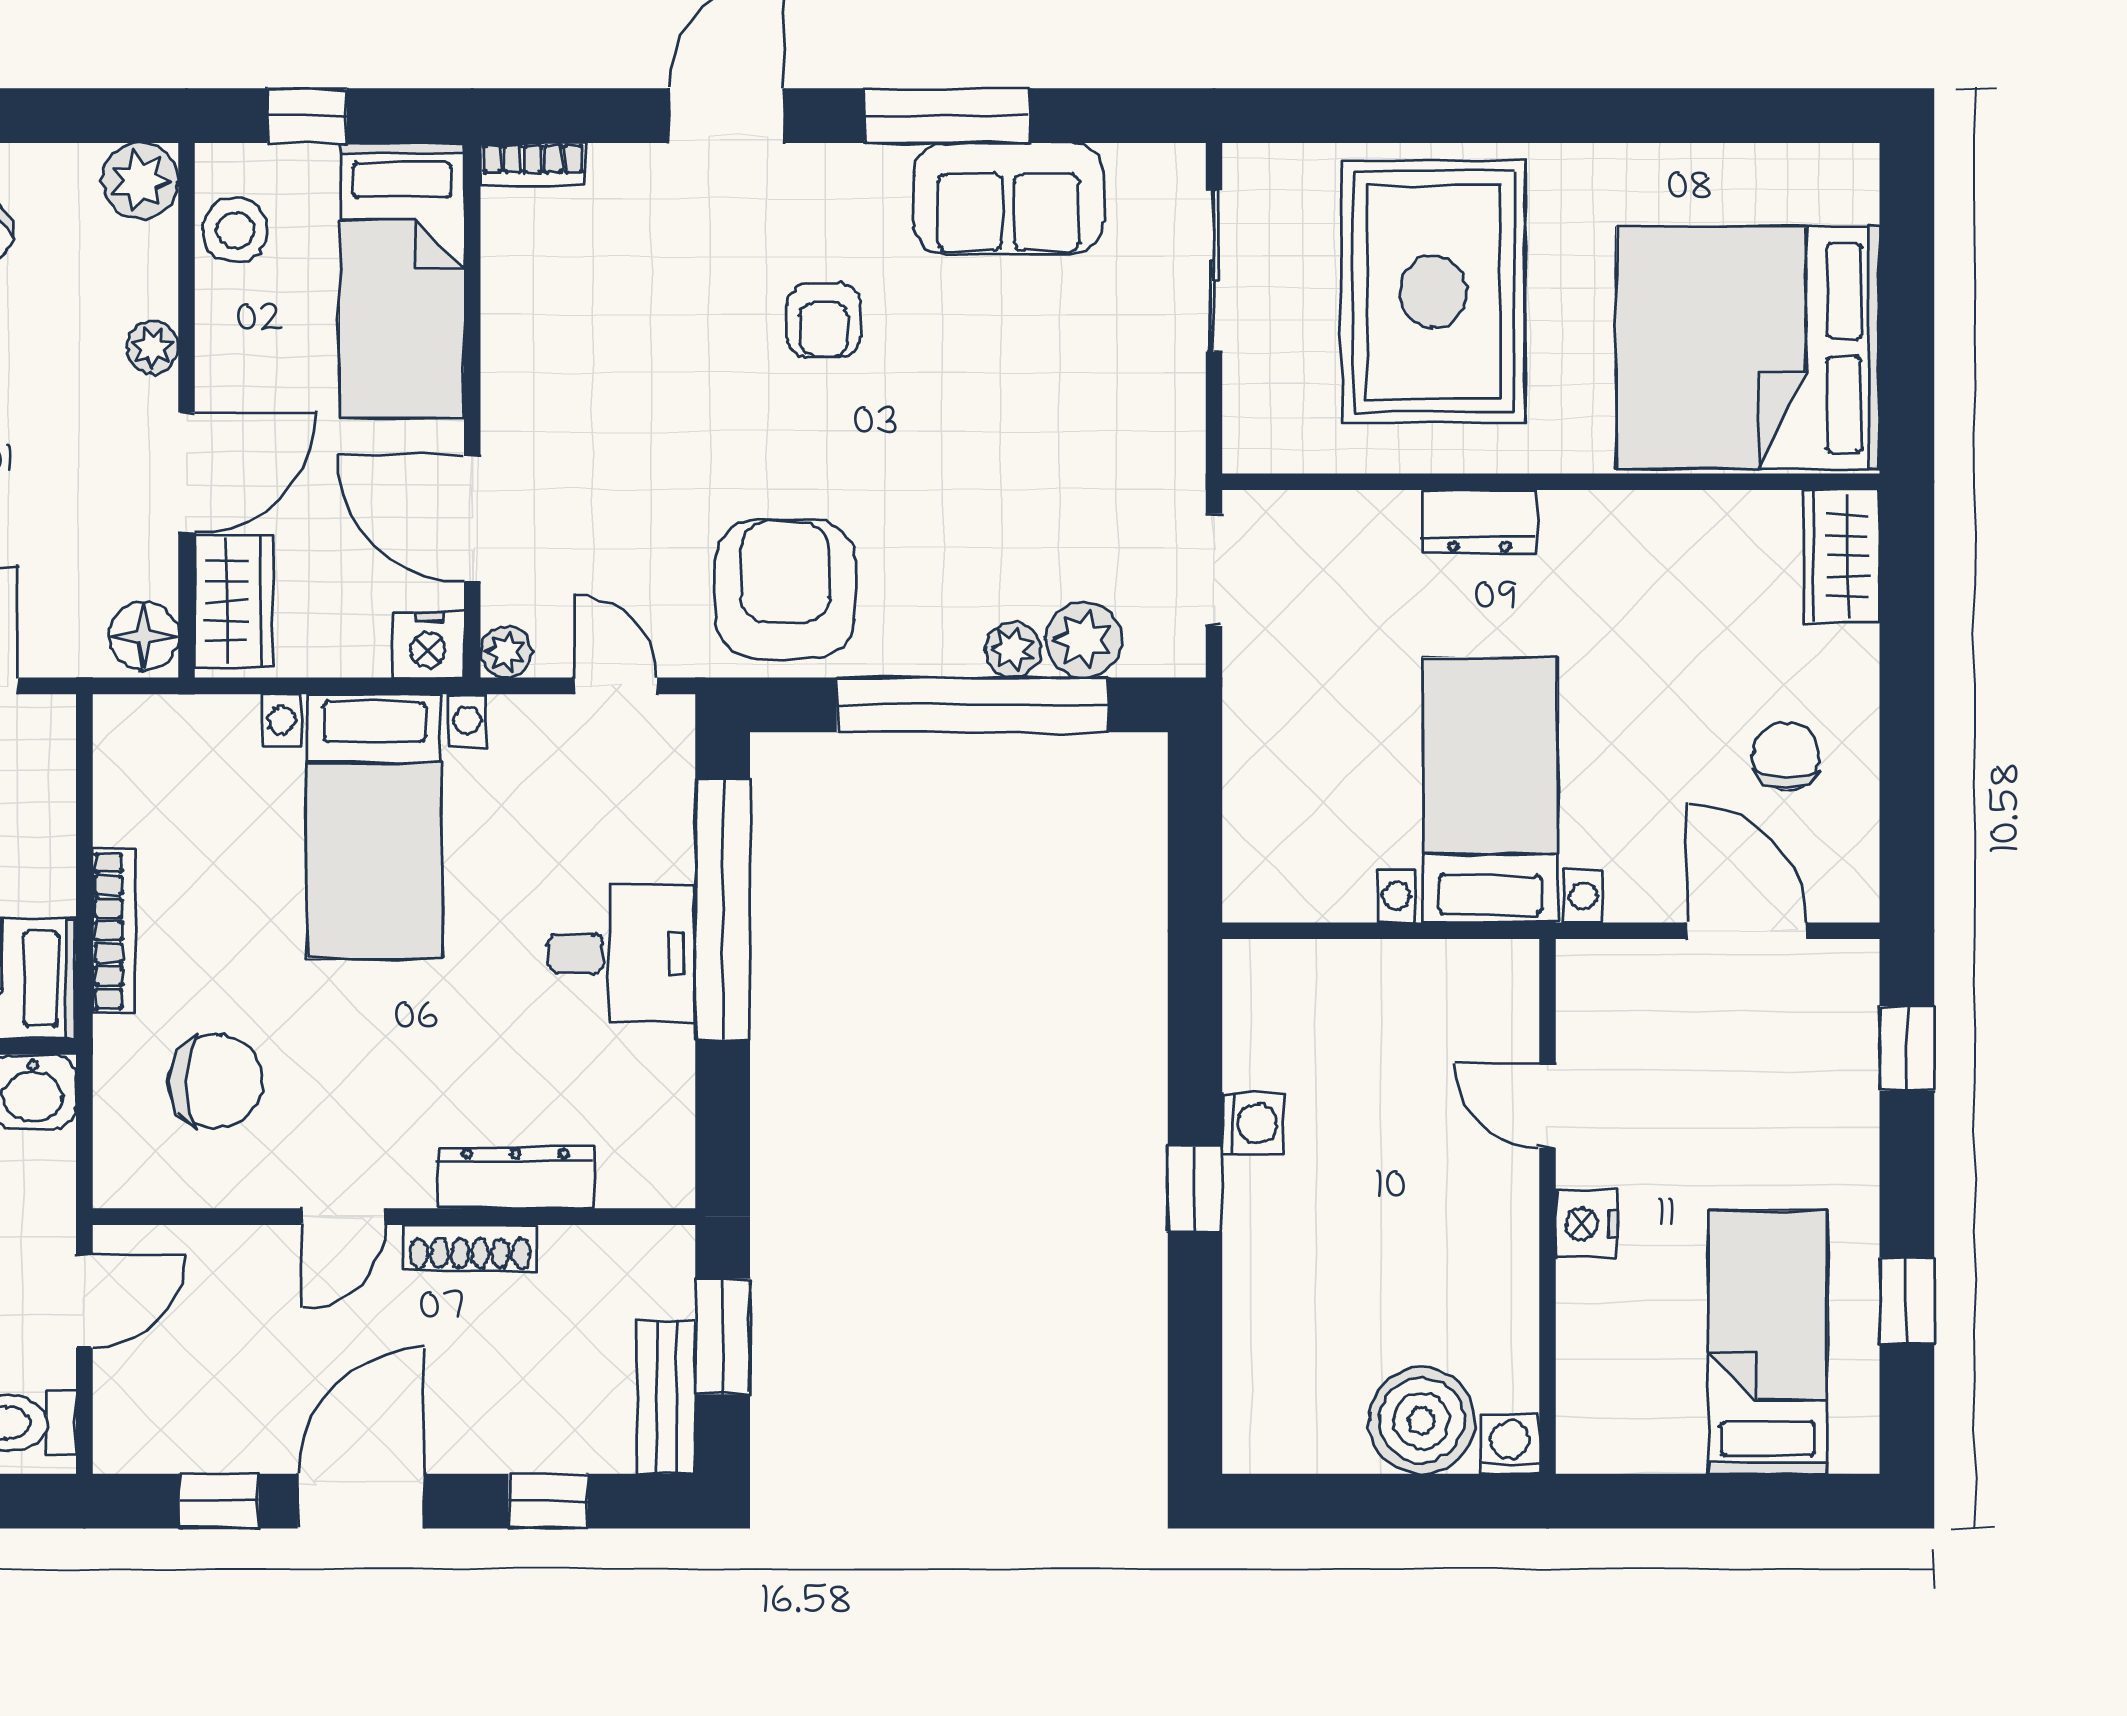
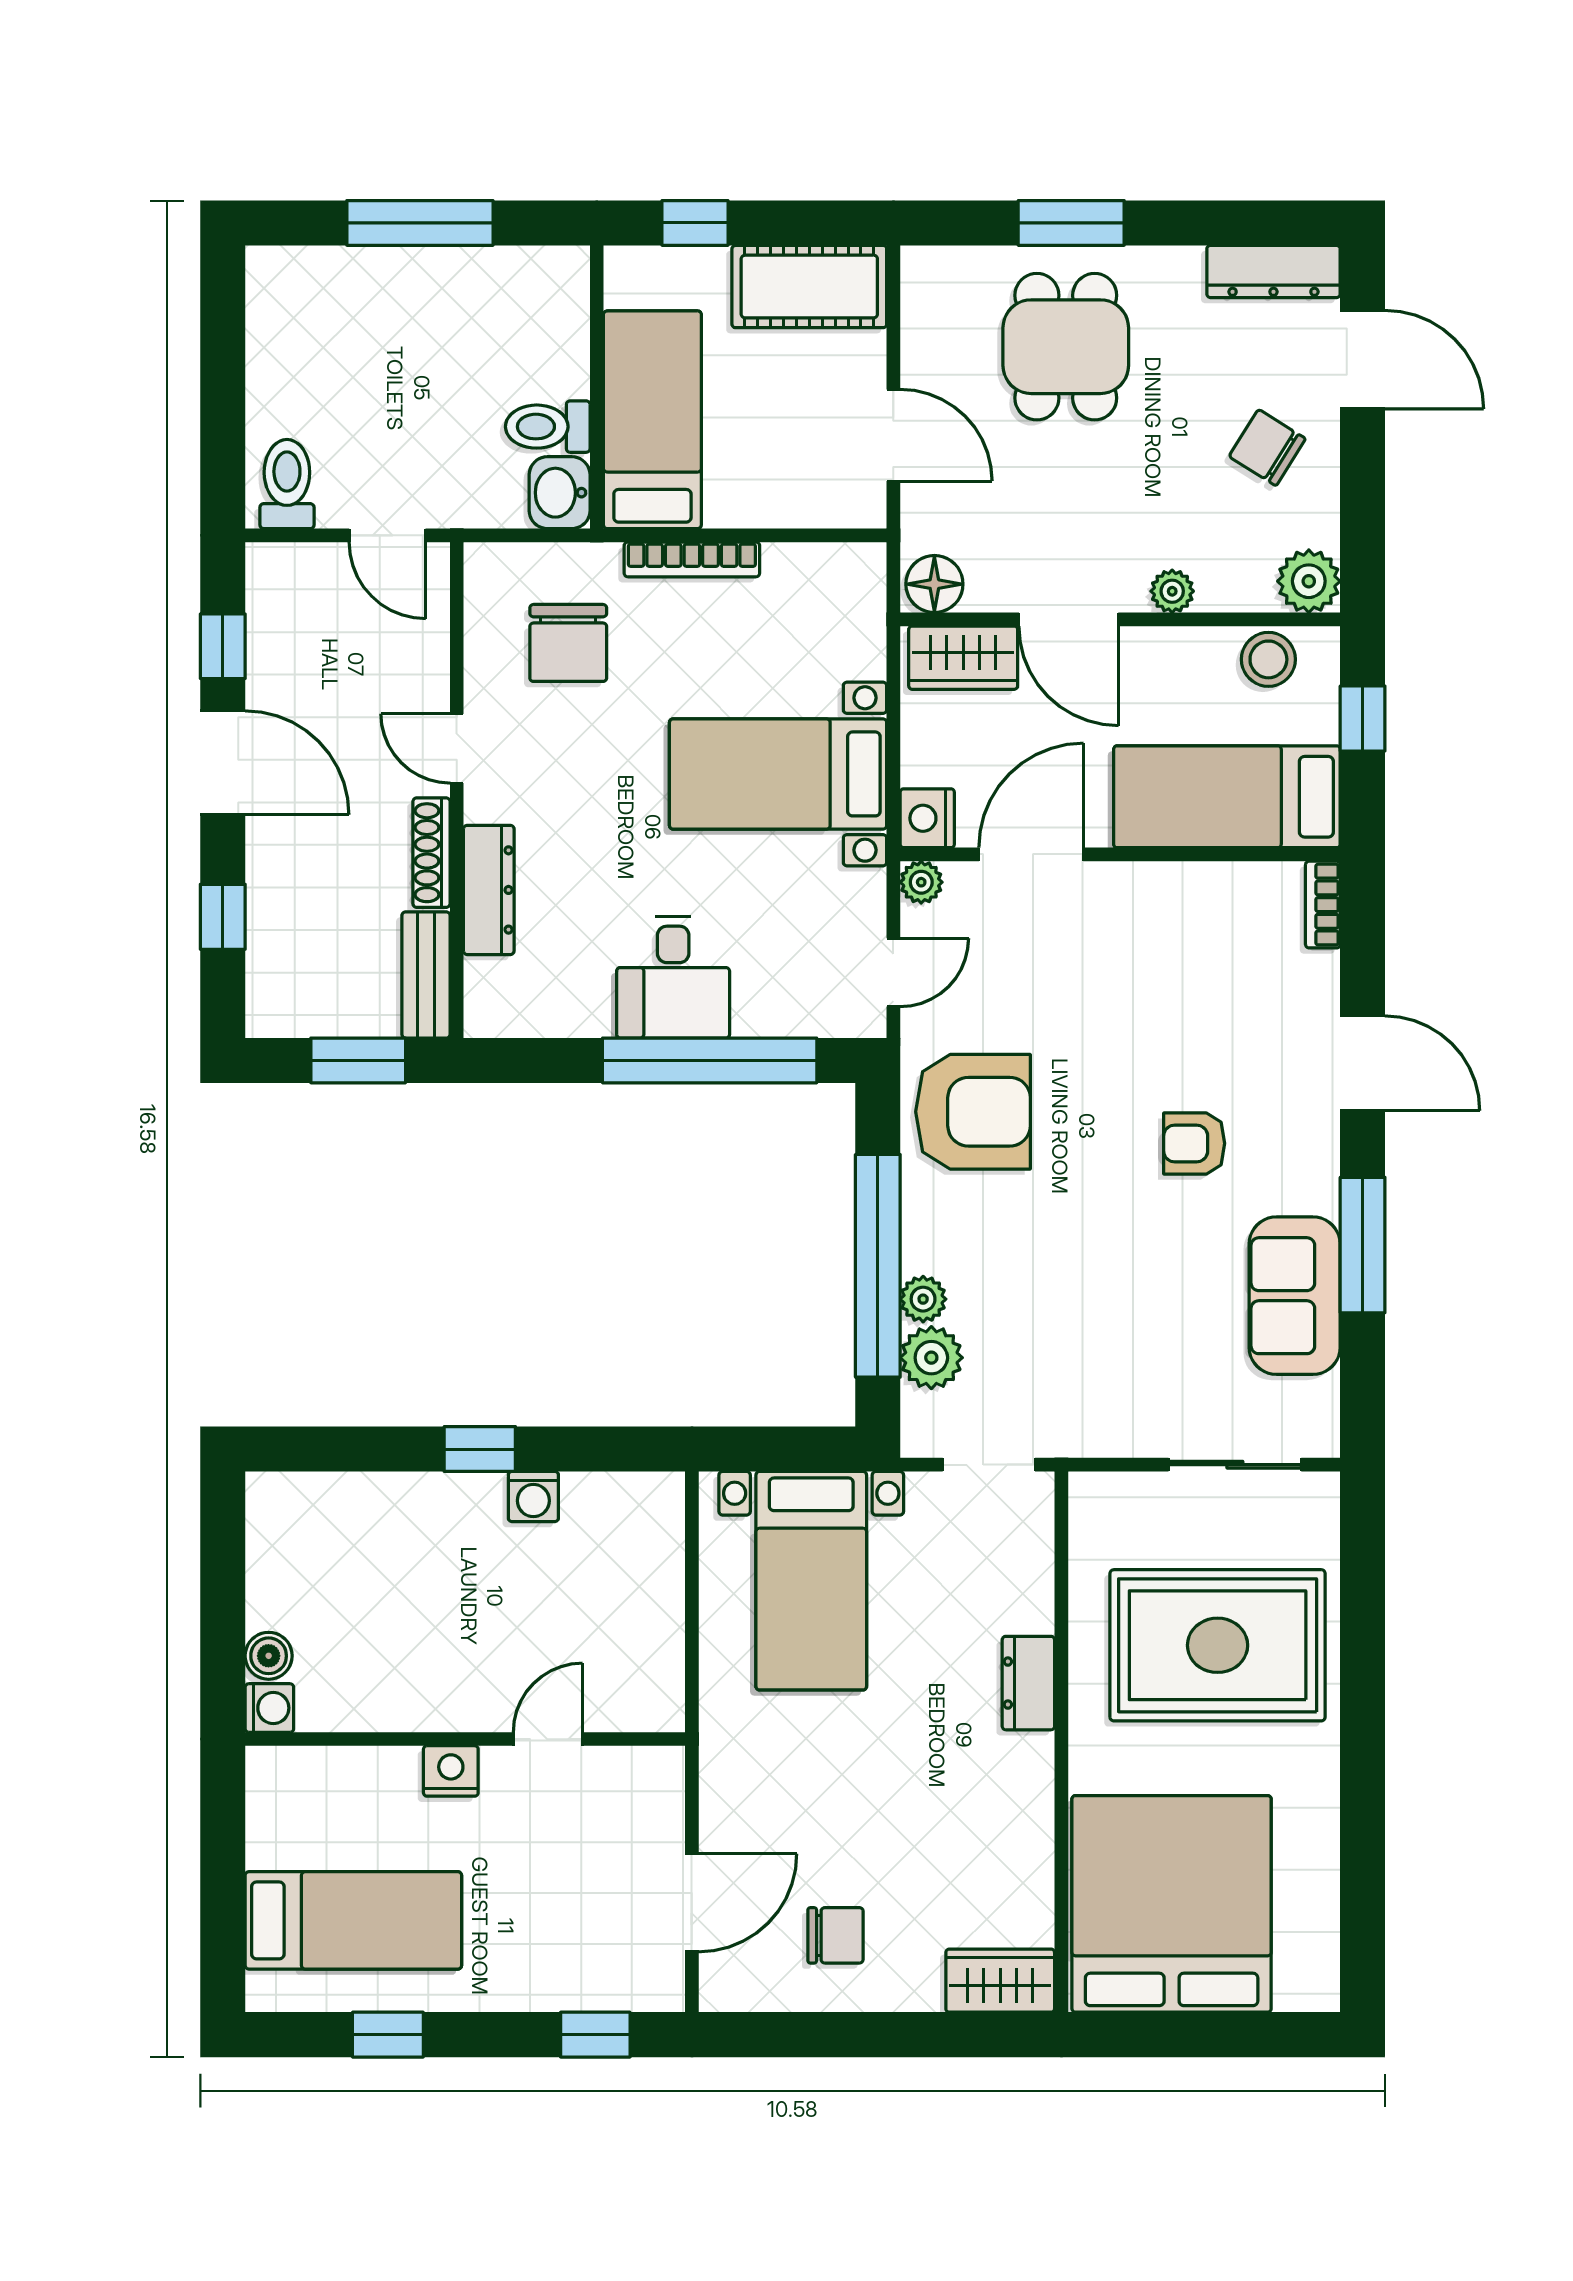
bed with nightstands: (1490, 790) -> (811, 1581), moved, turned 90
bench: (666, 1397) -> (426, 975), moved, turned 90
boiler: (1422, 1421) -> (269, 1656), width x0.54, depth x0.54

